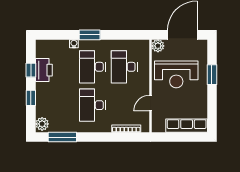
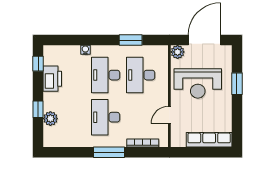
window: (90, 35) -> (131, 40), moved
window: (31, 70) -> (38, 64), moved
plant: (42, 124) -> (50, 119), moved
window: (62, 137) -> (109, 152), moved

